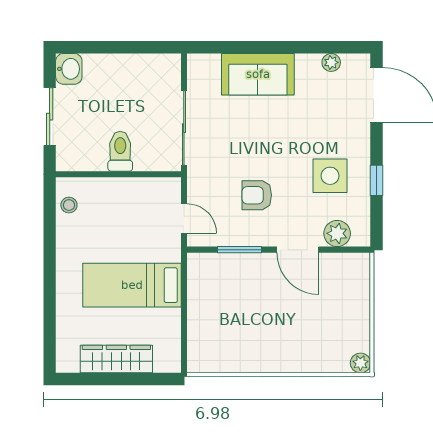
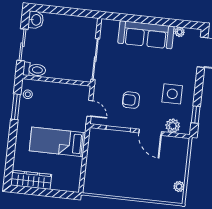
sofa: (258, 74) -> (146, 35), width x1.36
toilet: (120, 151) -> (34, 70), moved, turned 90
window: (377, 180) -> (196, 115), moved
window: (50, 230) -> (16, 107), added
wardrobe: (116, 359) -> (31, 180), moved
plant: (360, 363) -> (179, 186), moved

